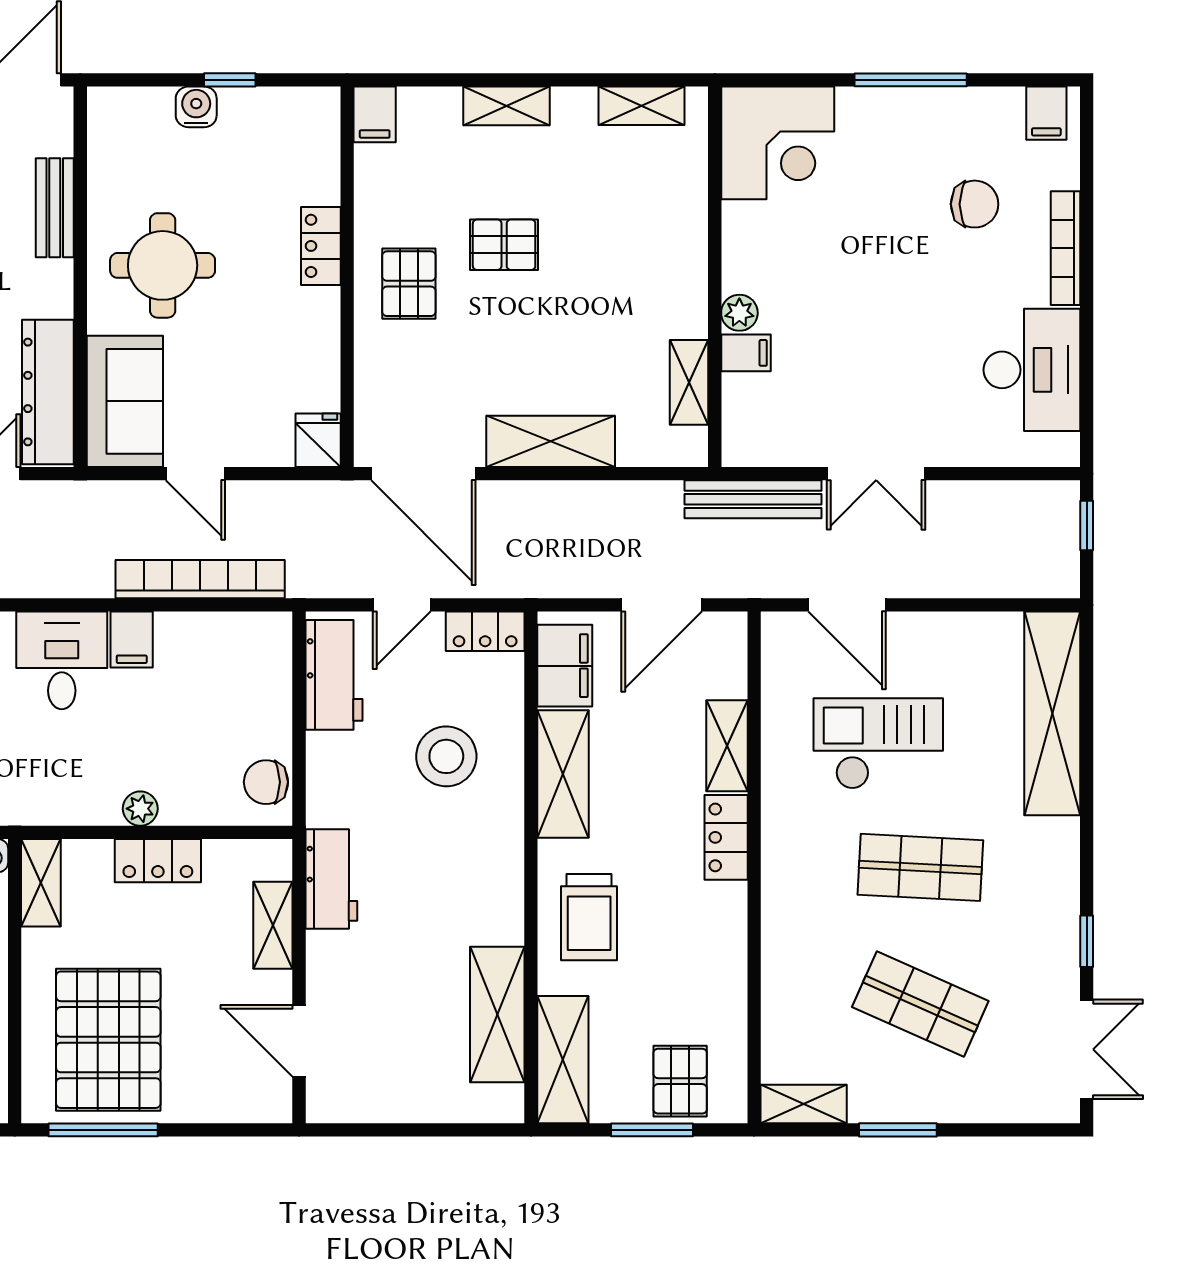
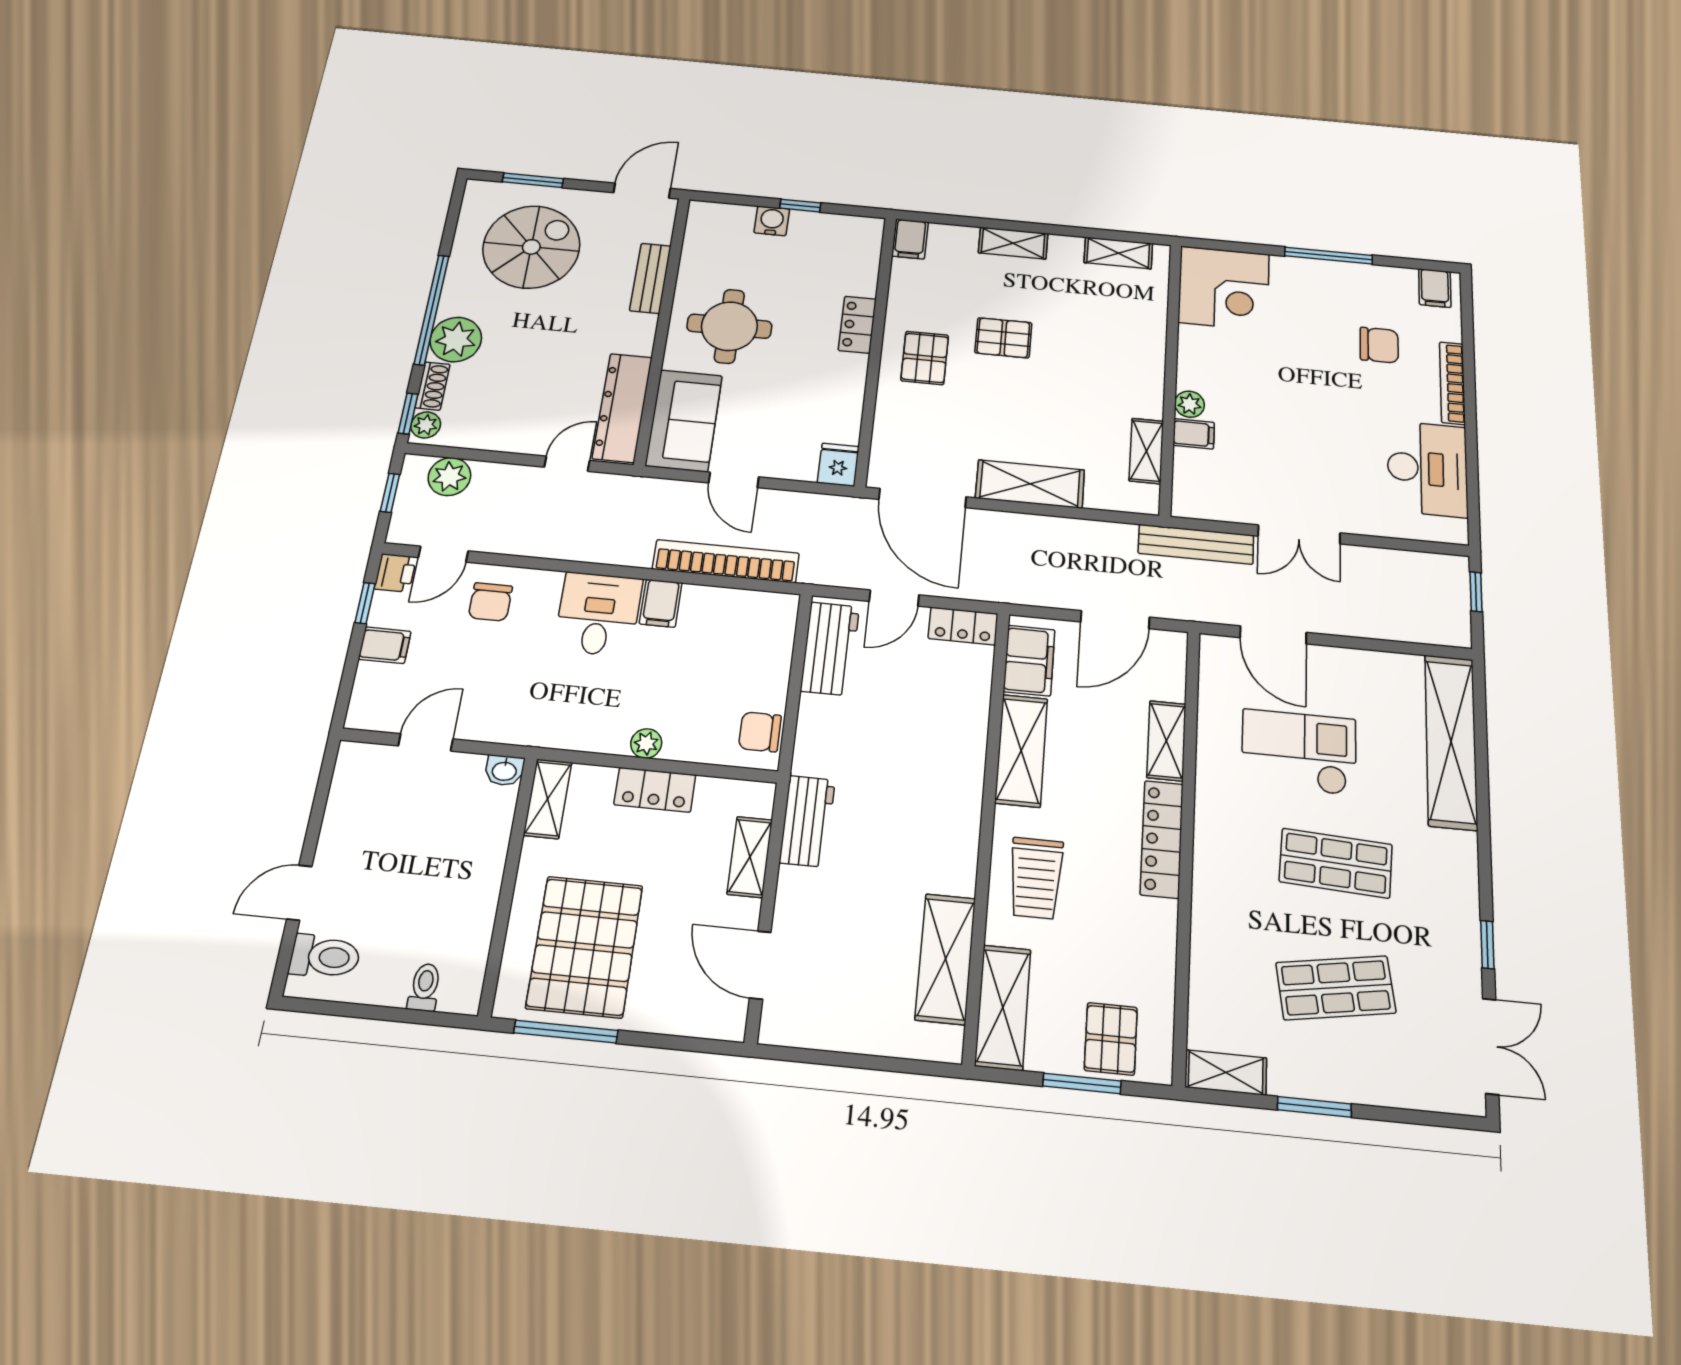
stool: (446, 756) -> (920, 726), removed
locker: (726, 837) -> (1162, 839), width x1.53
shop shelf: (920, 1004) -> (1336, 988), turned -33

